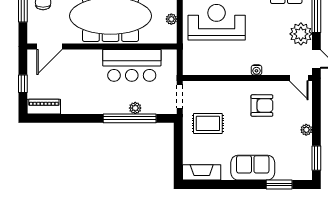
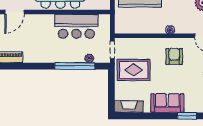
armchair: (262, 106) -> (174, 56), turned -90
plant: (135, 108) -> (89, 58), moved
rug: (208, 123) -> (134, 70), width x1.36, depth x1.43

